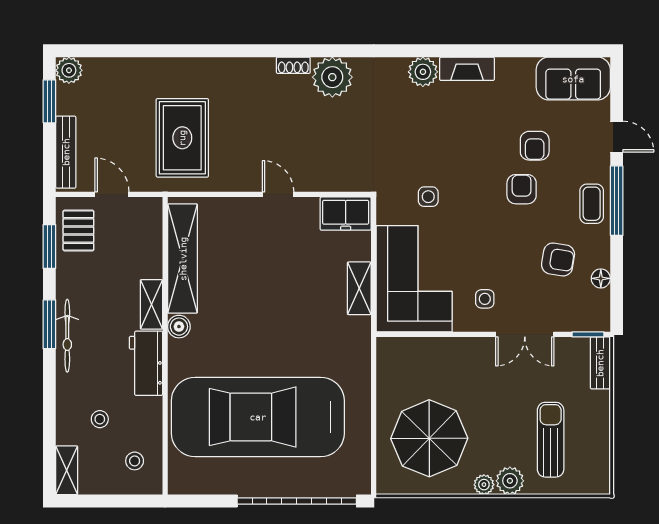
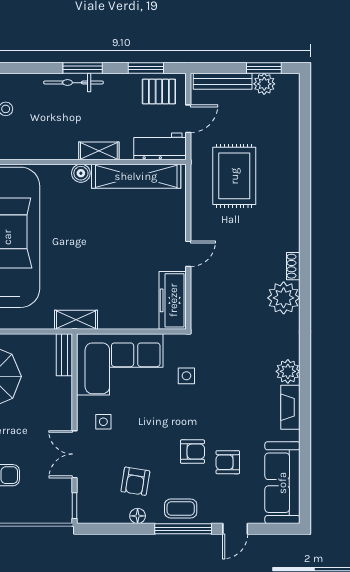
plant: (69, 70) -> (264, 84), moved
sofa: (573, 79) -> (282, 483), width x1.36
rug: (182, 138) -> (234, 176), turned 90
freezer: (346, 214) -> (173, 300), width x1.40
floor lamp: (601, 278) -> (138, 516), moved
shelving: (359, 288) -> (76, 320), moved
workbench: (146, 363) -> (160, 146), moved
bench: (600, 363) -> (64, 355), moved, turned 90

